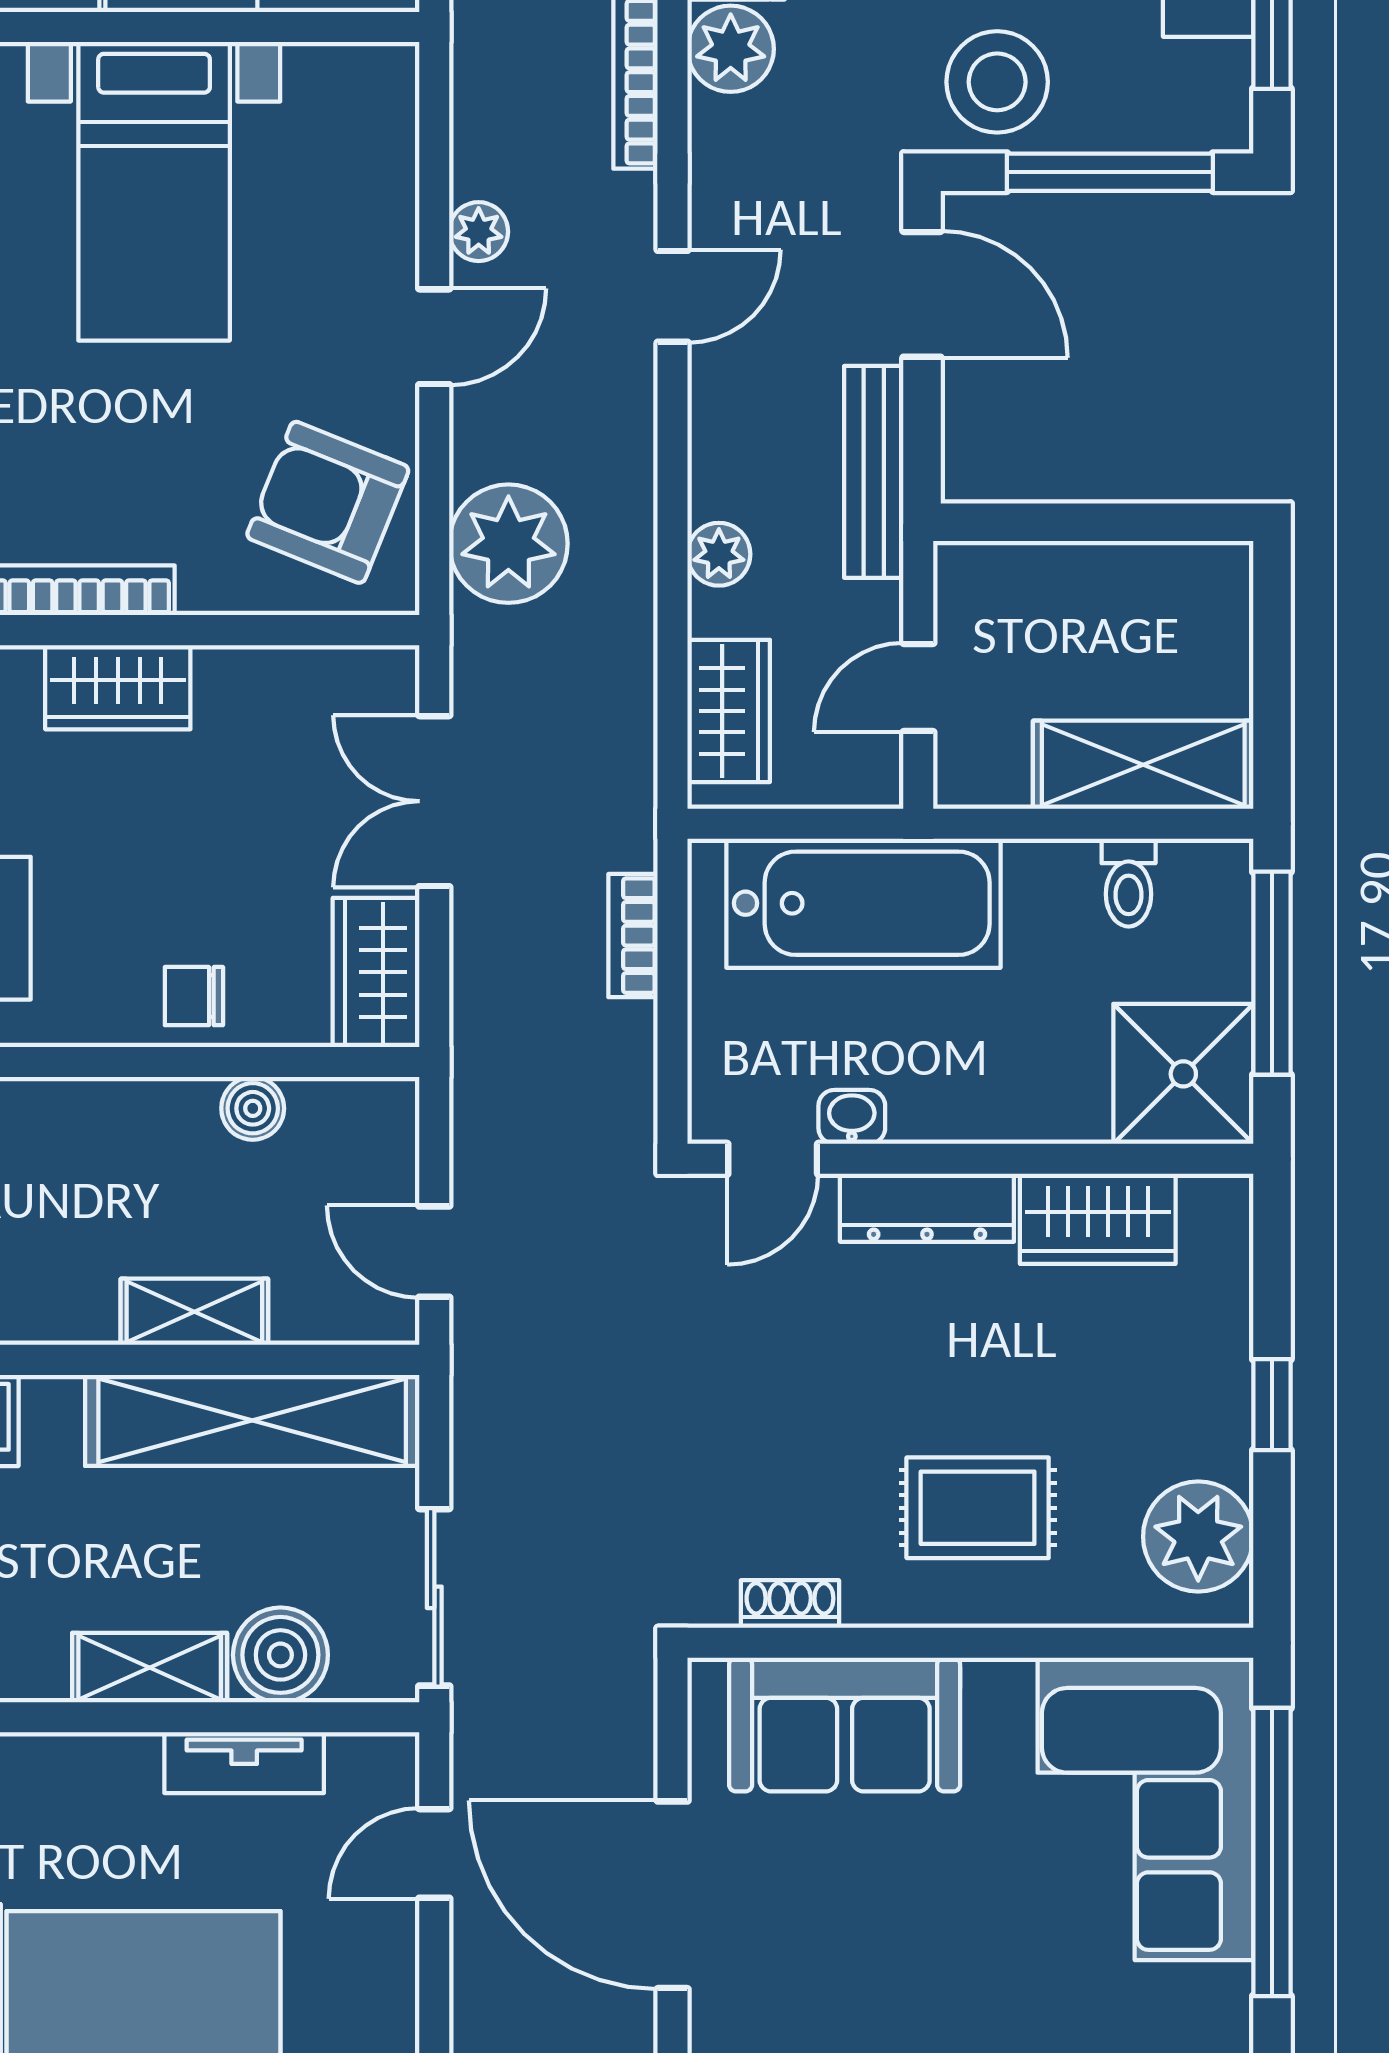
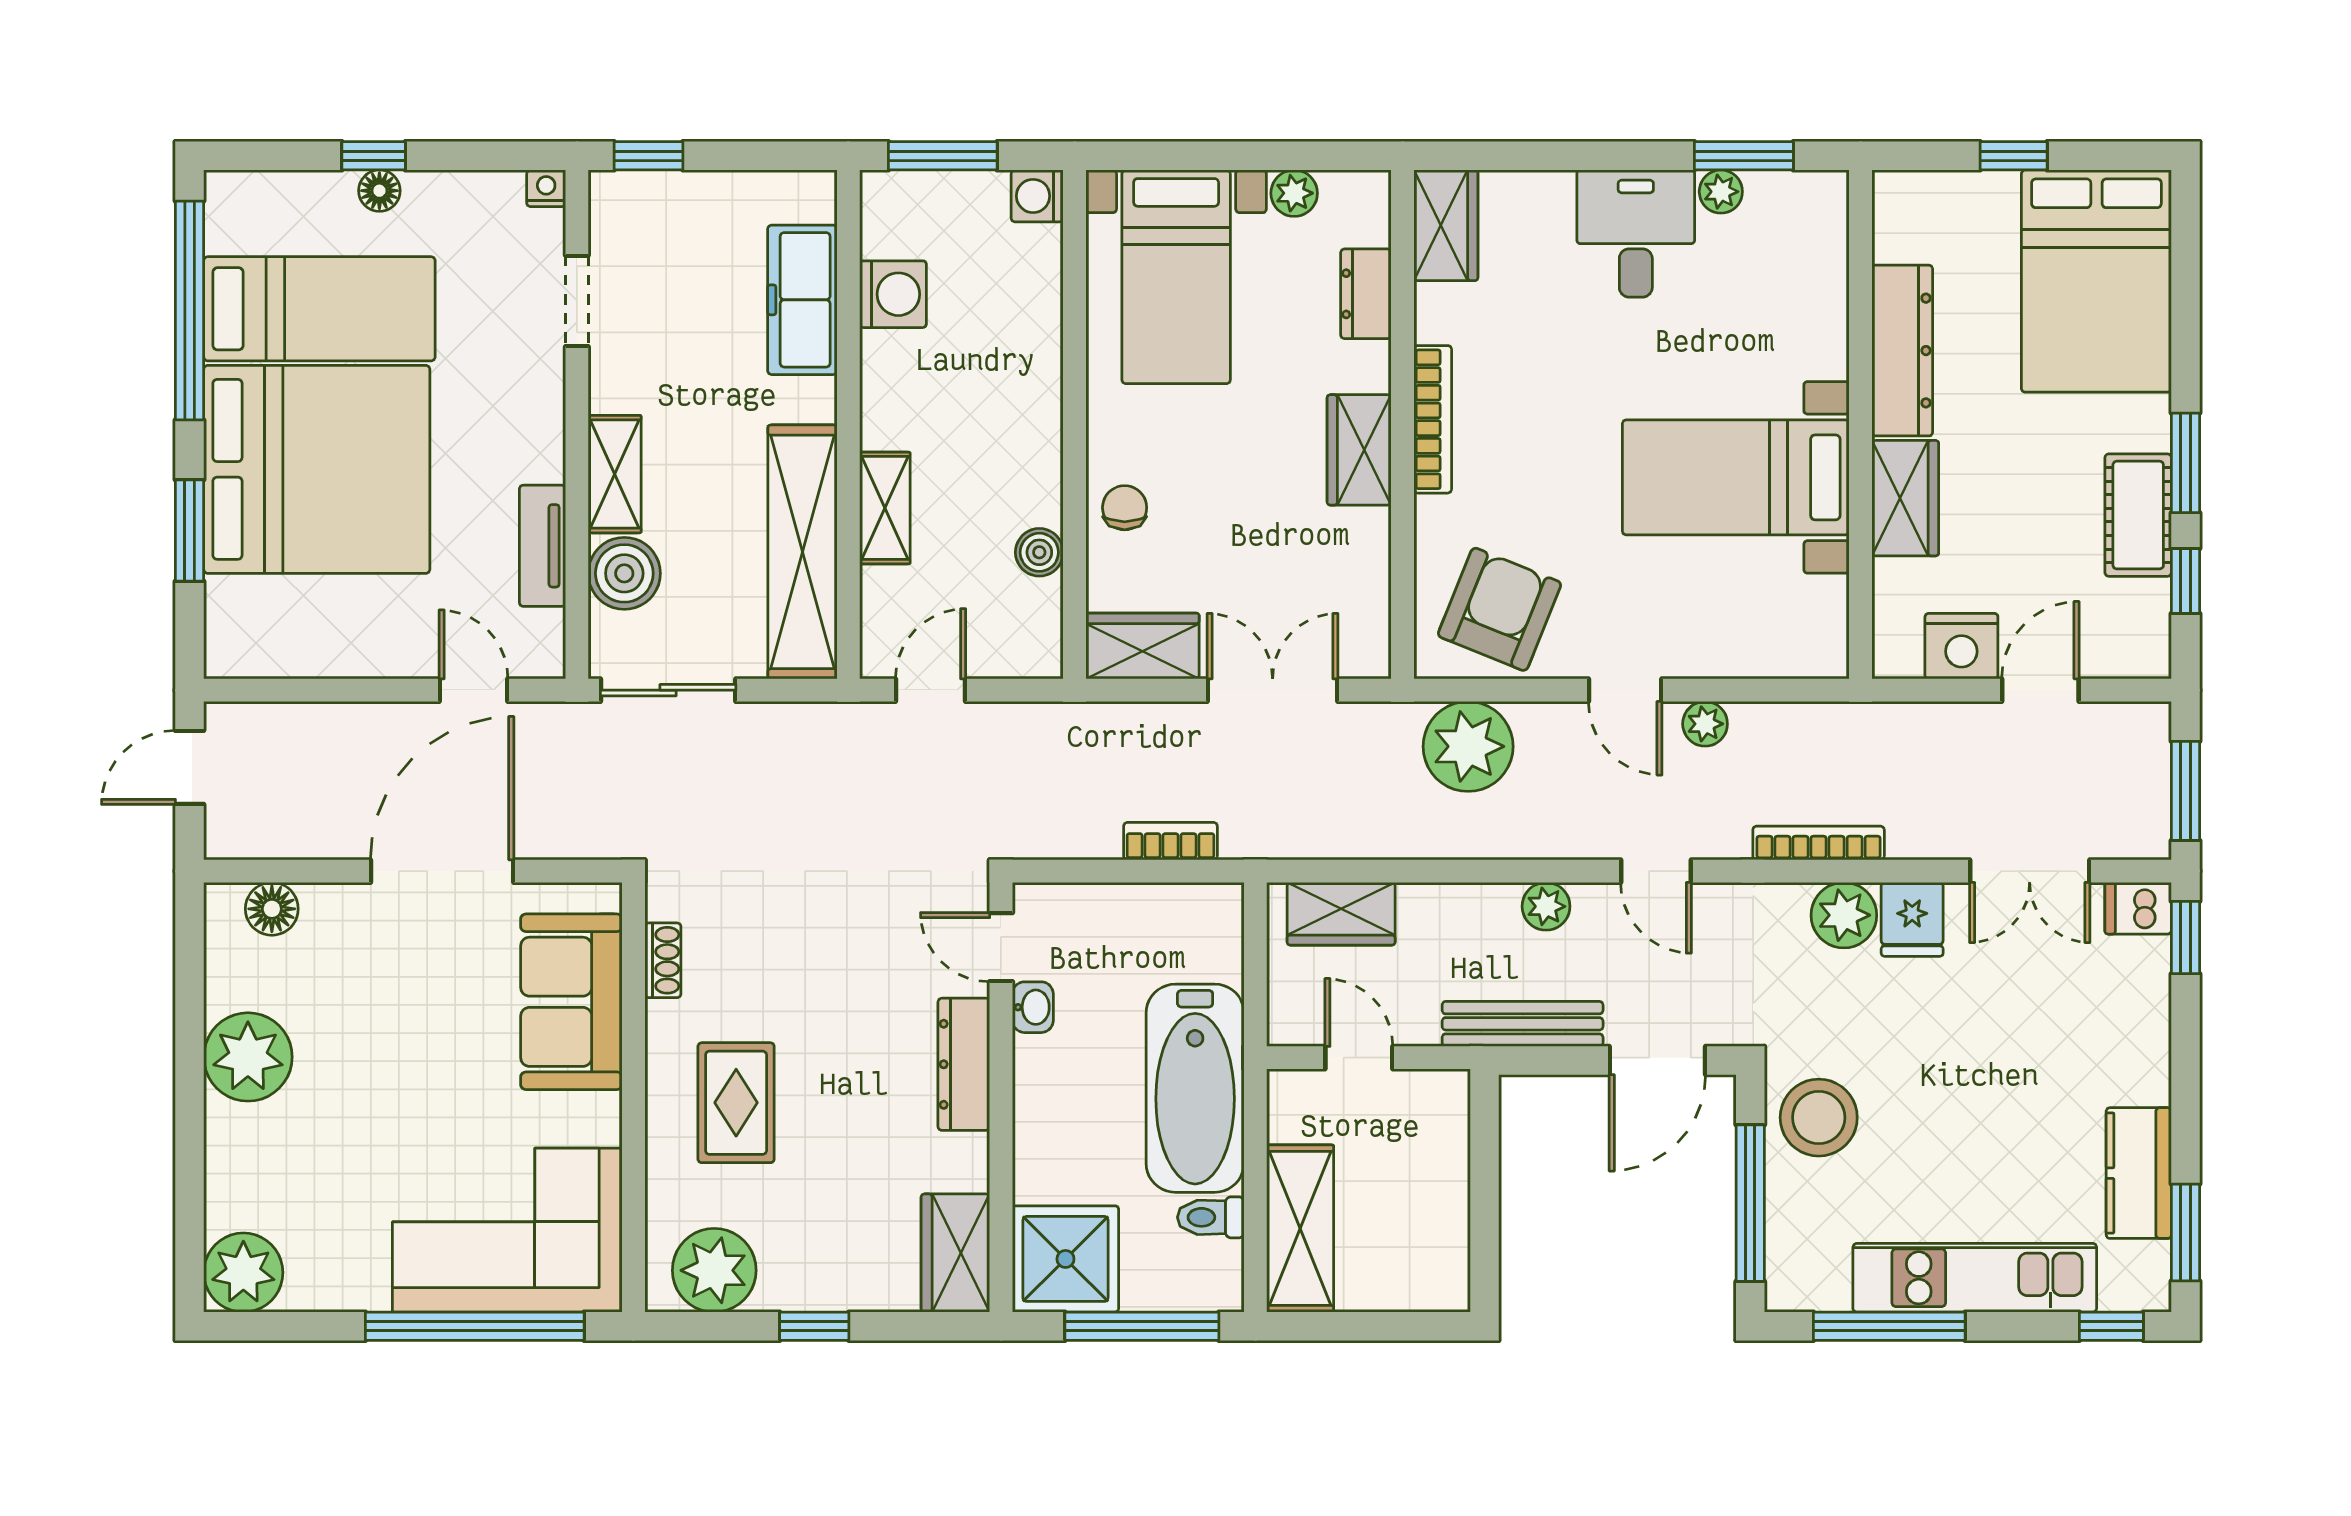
plant: (719, 554) -> (1546, 906), moved
bathtub: (863, 903) -> (1195, 1088), moved
wardrobe: (1098, 1219) -> (955, 1253), moved

